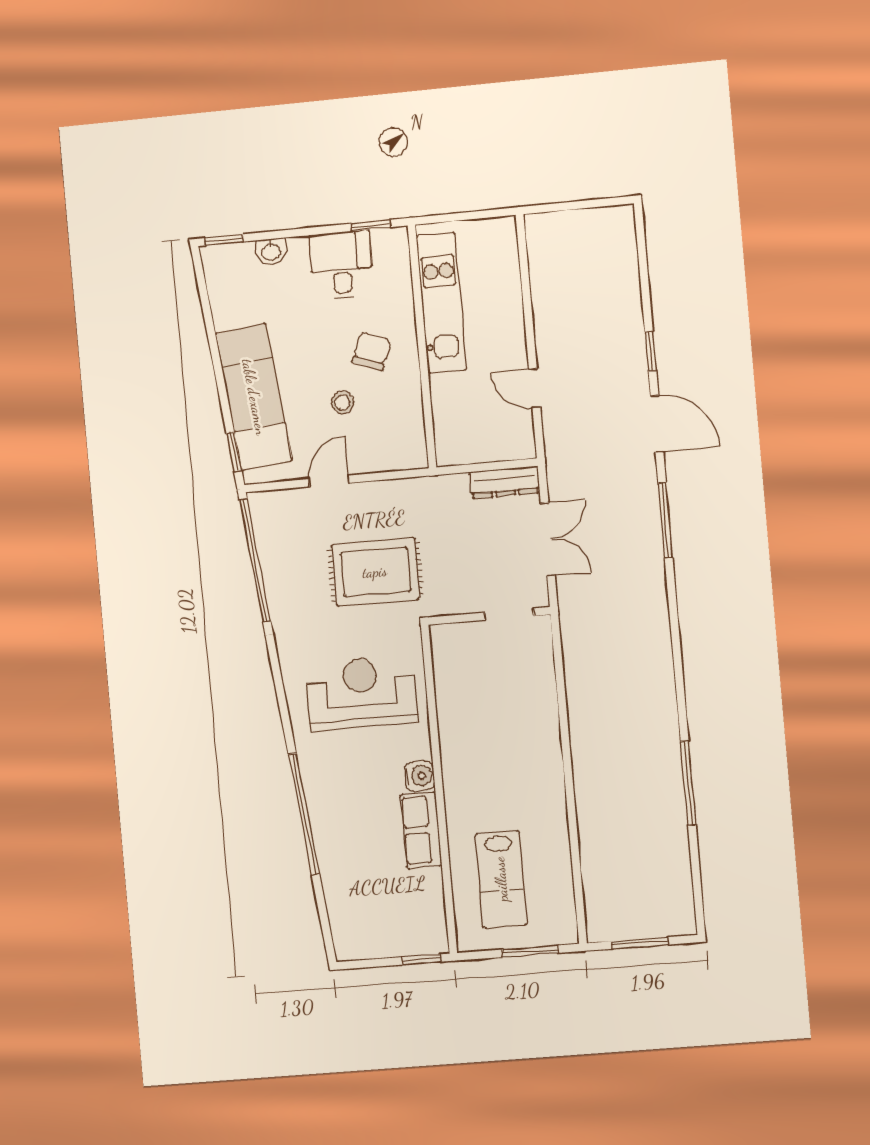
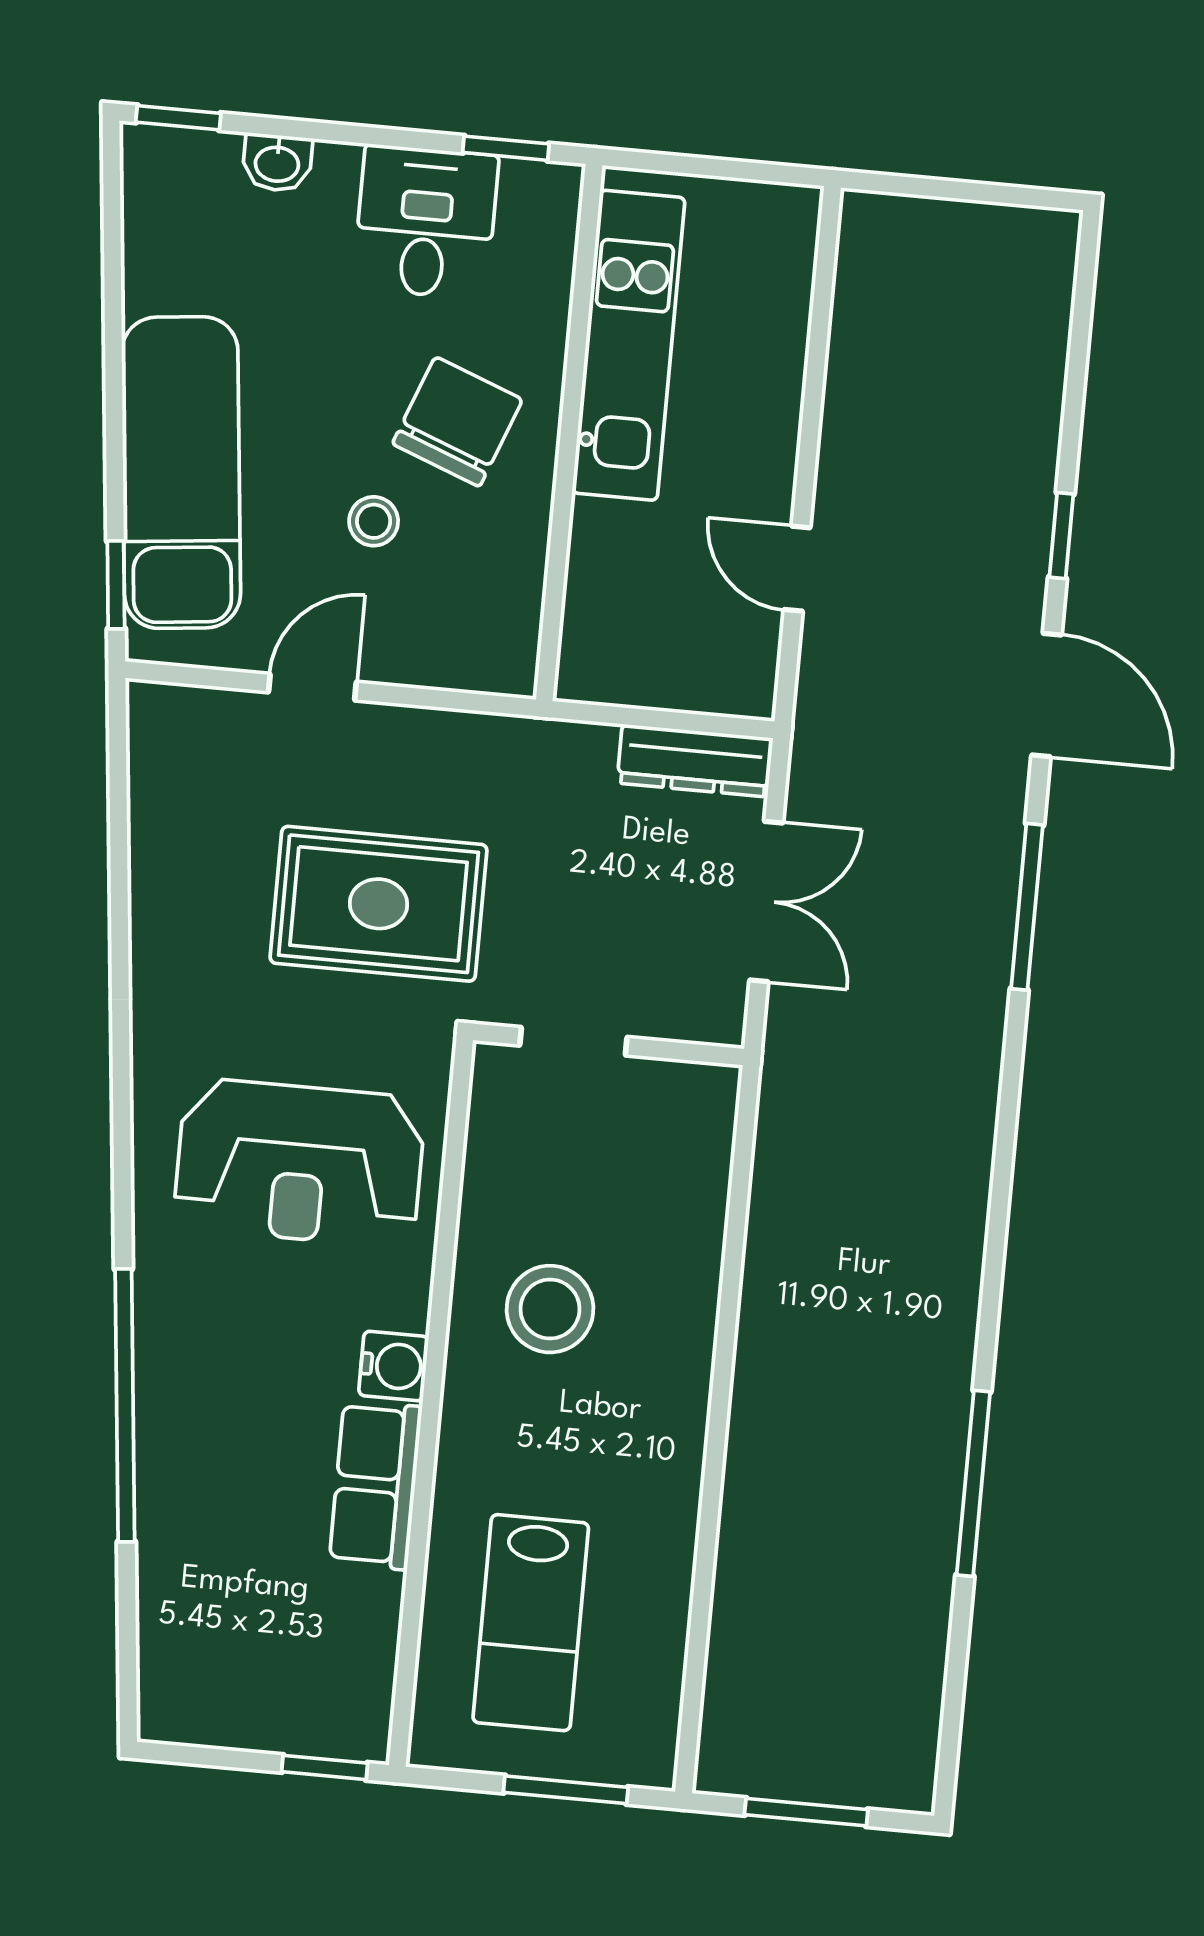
chair: (372, 351) -> (457, 422), width x1.37, depth x1.37
window: (255, 560) -> (119, 831), removed
doorway: (509, 614) -> (573, 1041), moved
reception desk: (361, 693) -> (299, 1163), turned 180
stool: (484, 738) -> (550, 1309), added

